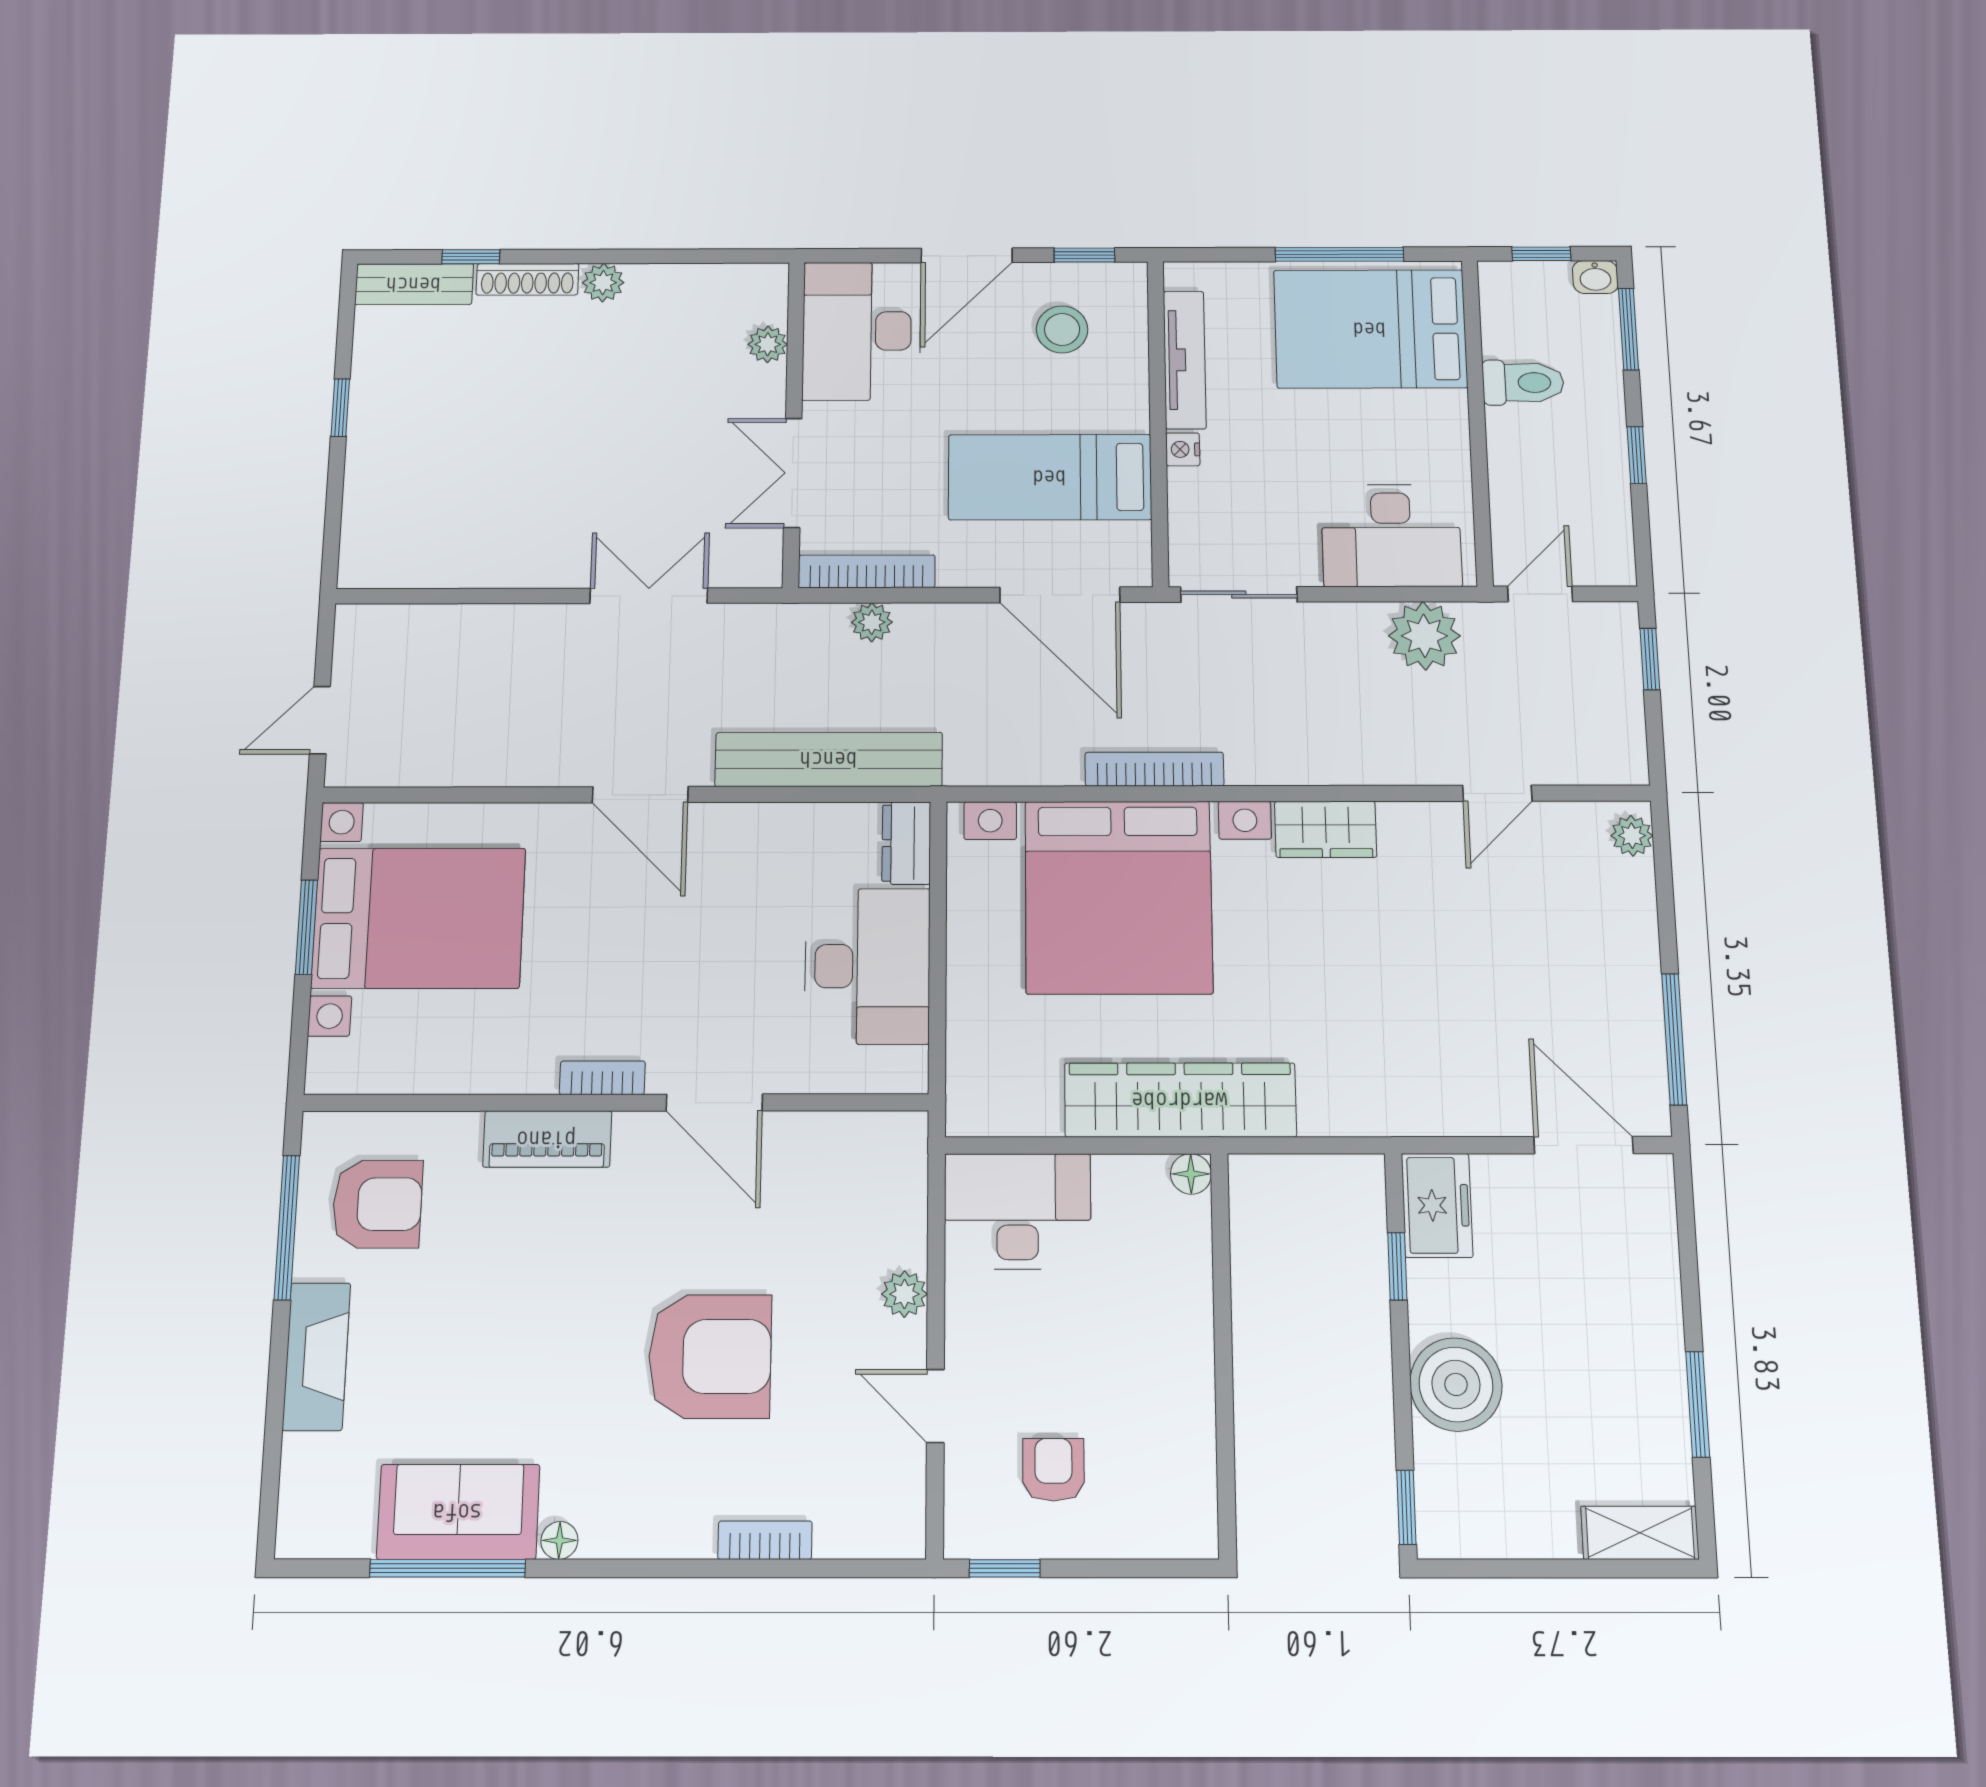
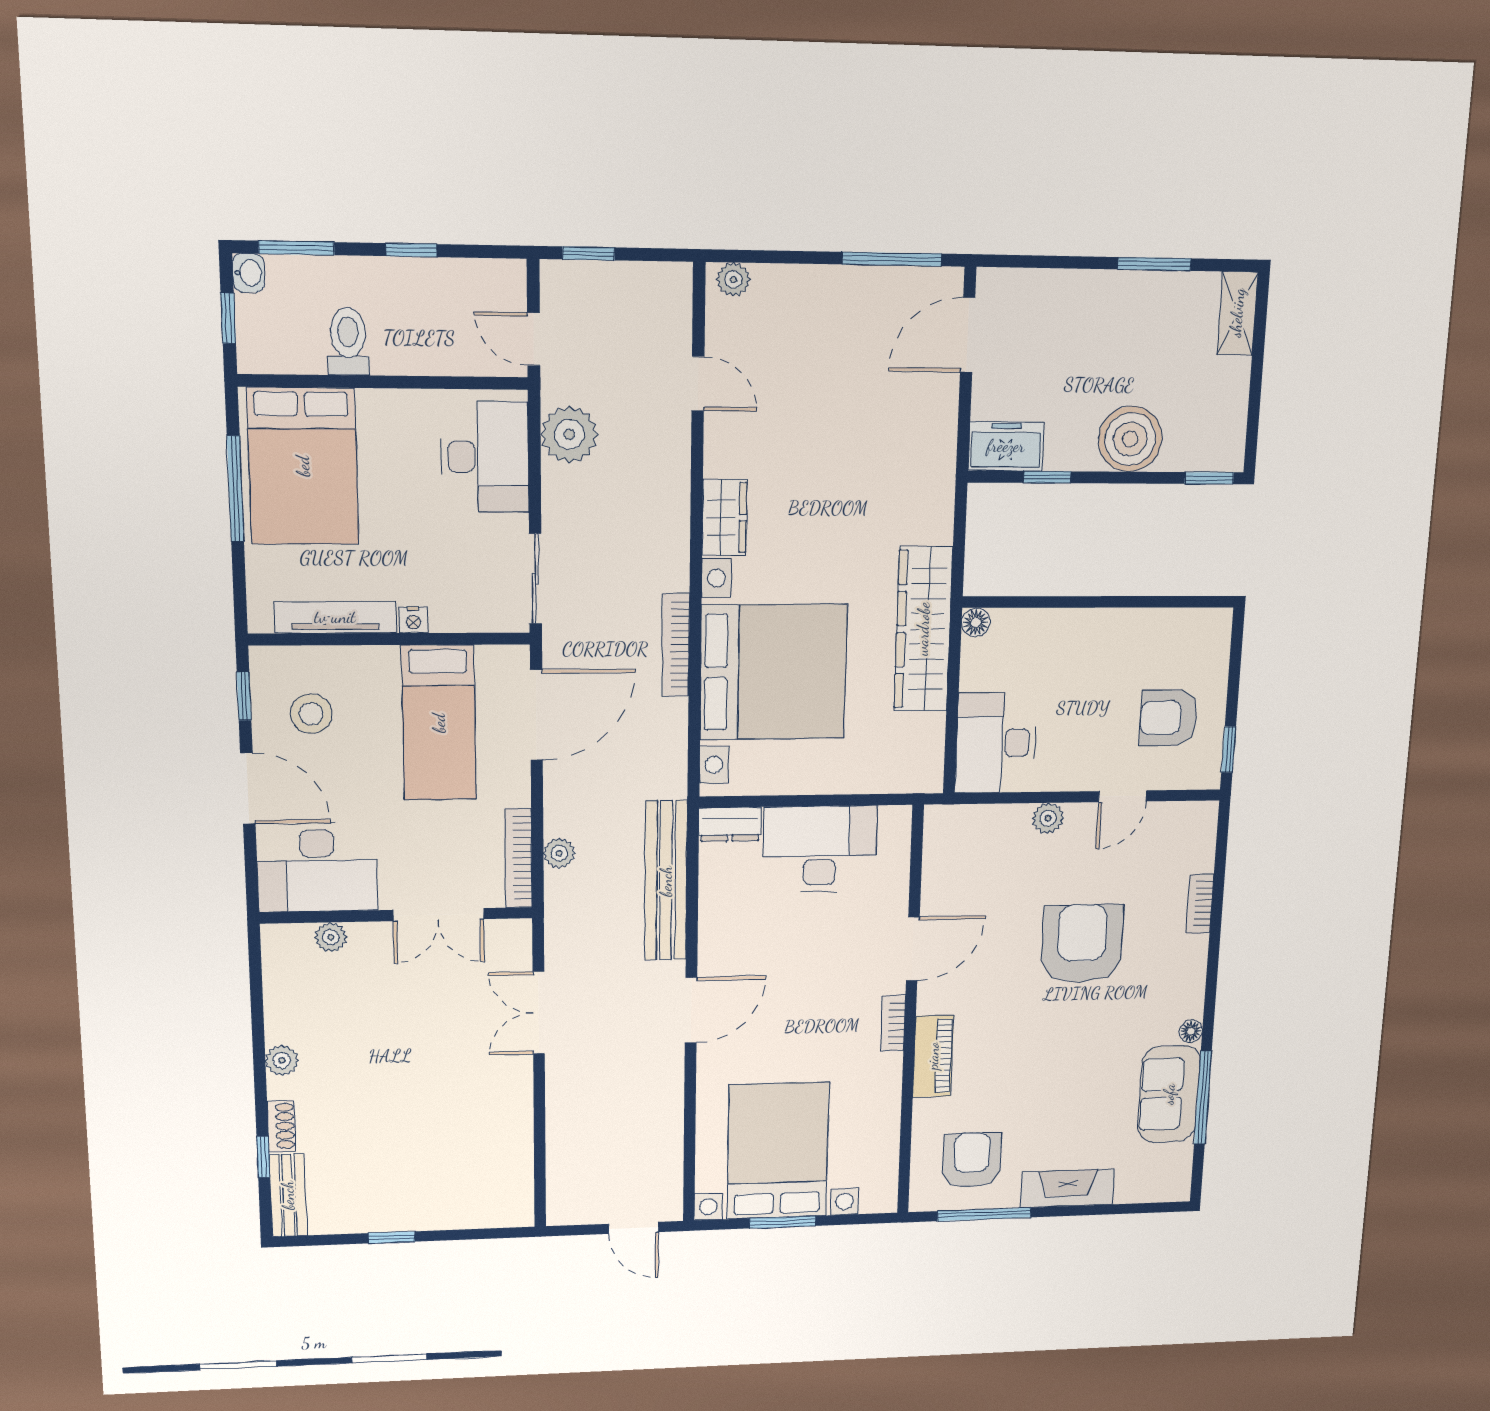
shoe rack: (527, 279) -> (281, 1126), width x0.70
armchair: (1053, 1470) -> (1169, 718), width x1.38, depth x1.38

